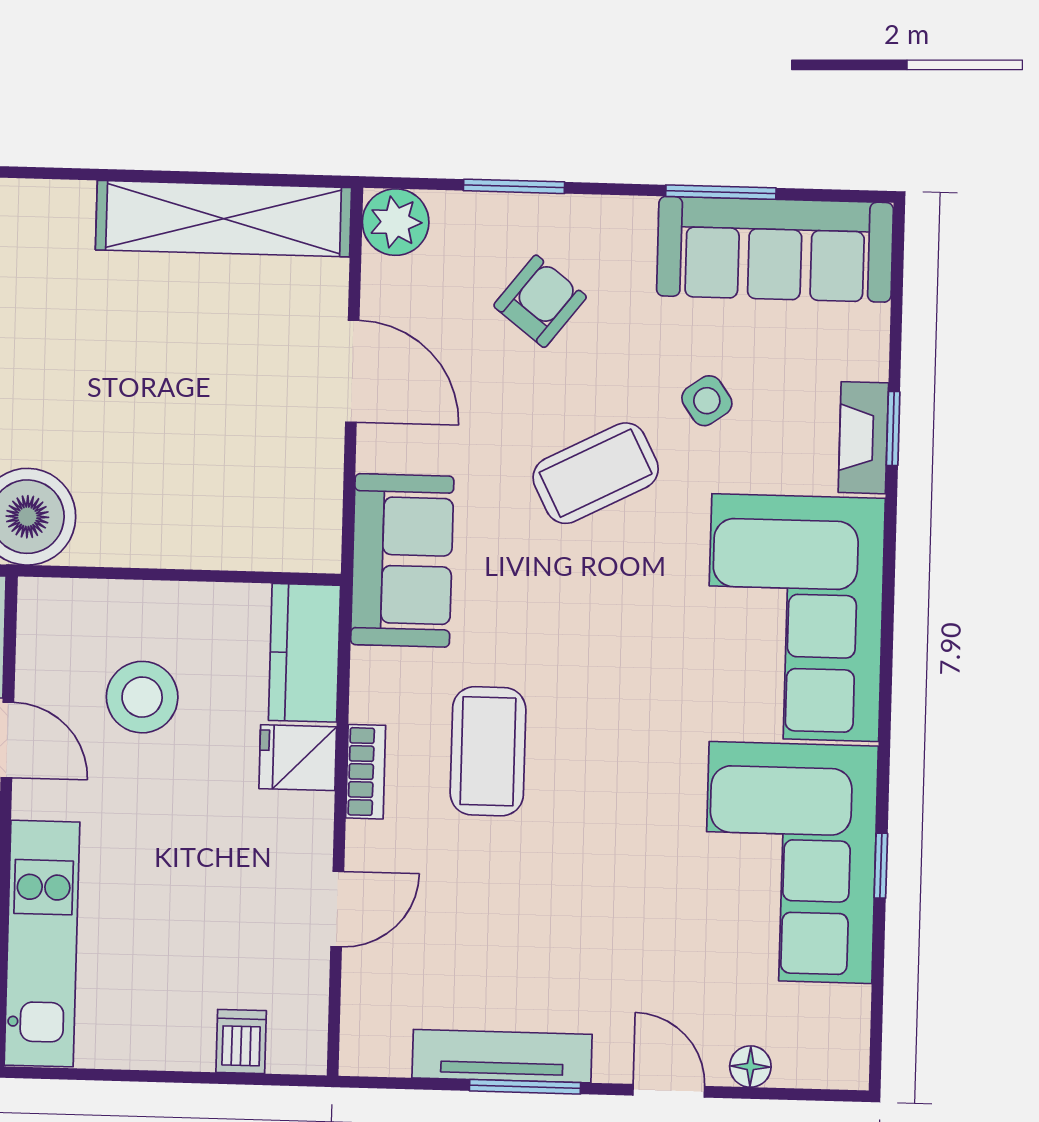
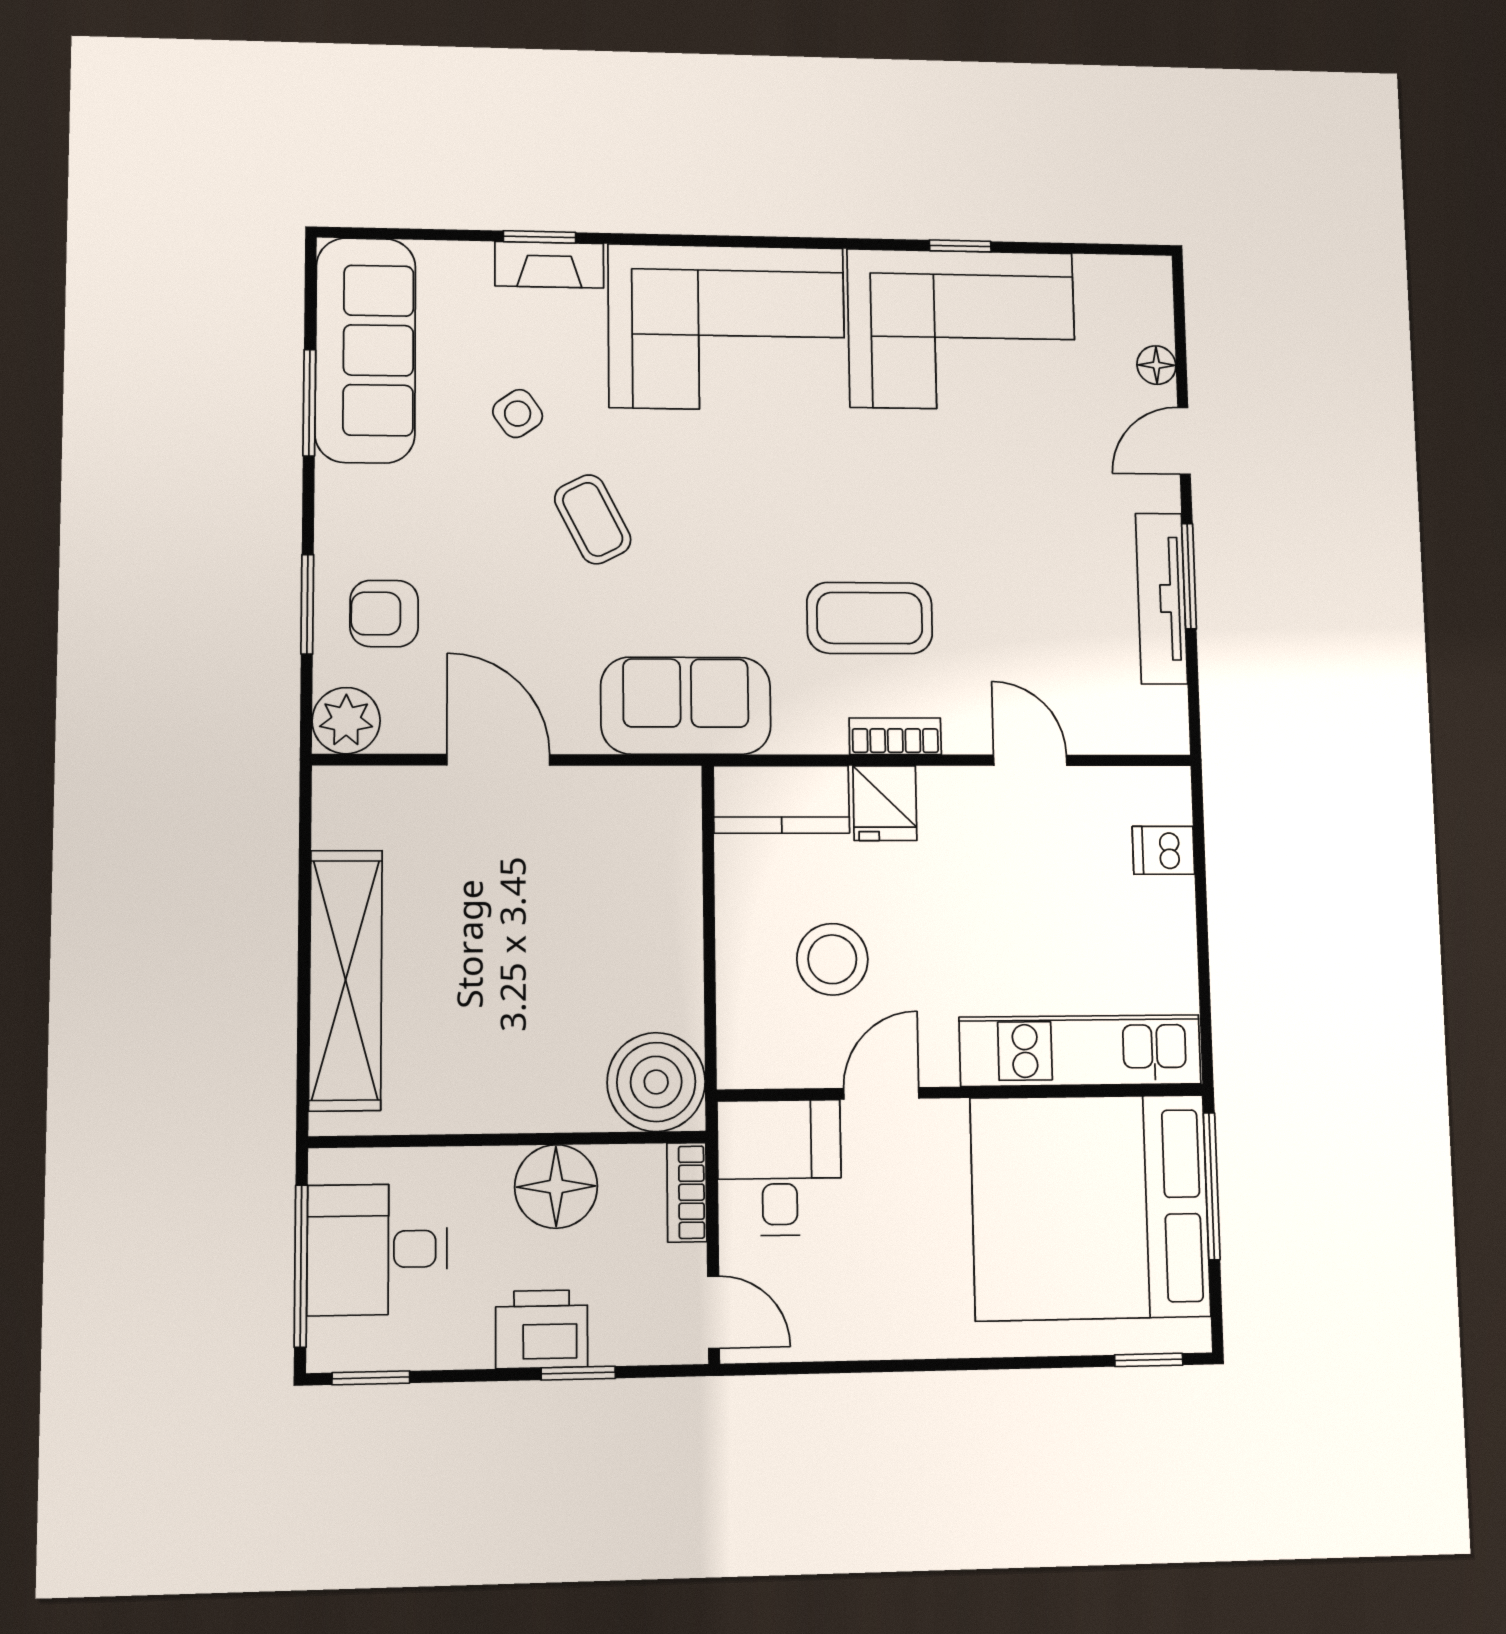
shelving: (224, 219) -> (346, 980), moved
armchair: (540, 301) -> (384, 614), moved, turned -38
door: (352, 371) -> (498, 760), hinge flipped
coffee table: (596, 473) -> (593, 519), width x0.73, depth x0.77

